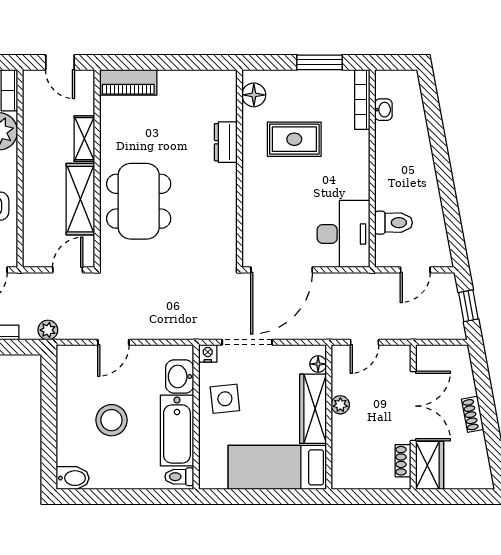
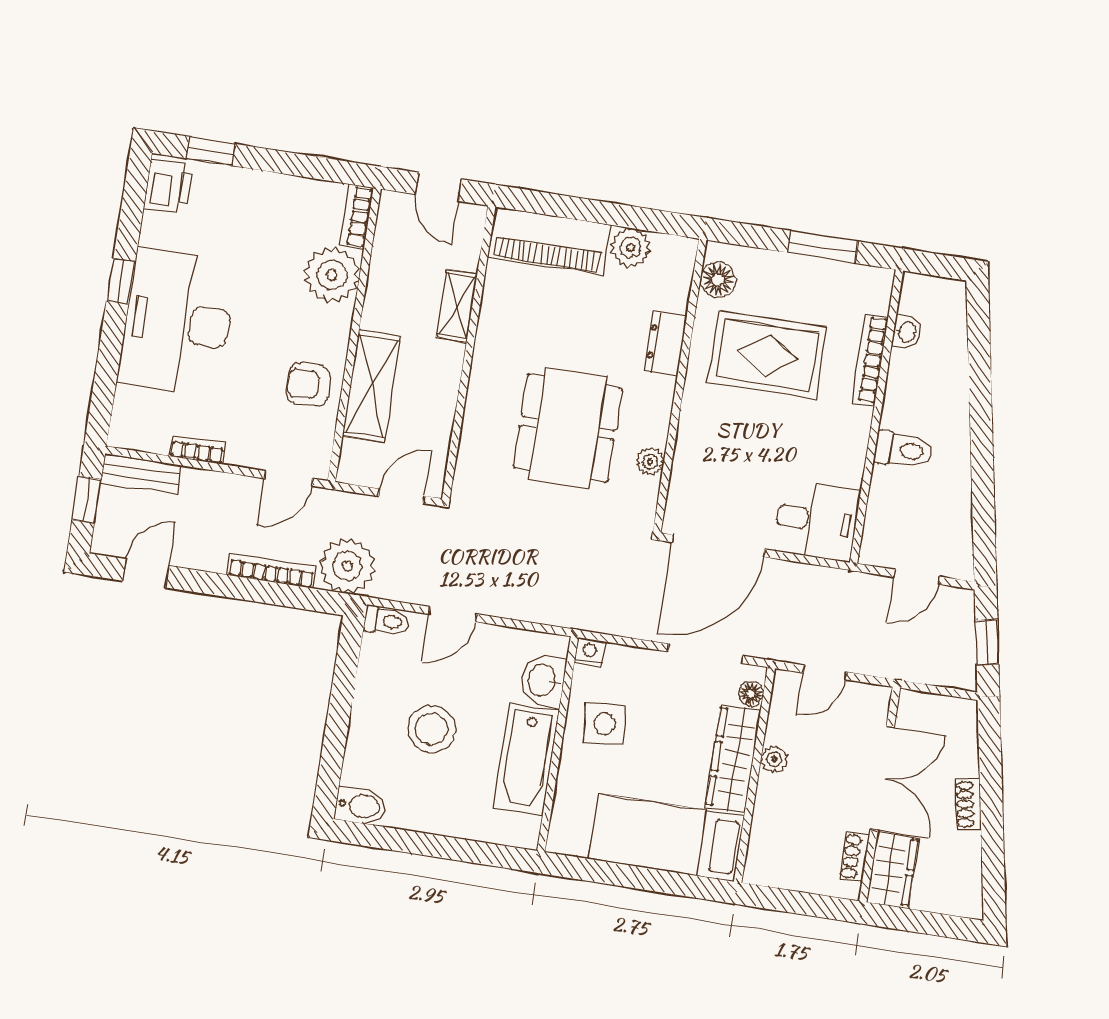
piano: (128, 82) -> (549, 241), width x1.37, depth x1.33
plant: (193, 83) -> (631, 248), added
bookcase: (362, 99) -> (870, 360), moved
rug: (294, 139) -> (768, 355), width x1.36, depth x1.43
shelving: (80, 199) -> (372, 386), moved
dining table: (139, 201) -> (568, 428), moved
plant: (228, 222) -> (650, 462), added
toilet: (394, 223) -> (904, 450), moved
desk: (344, 234) -> (817, 520), width x0.73
plant: (48, 330) -> (347, 566), width x1.87, depth x1.87
doorway: (247, 342) -> (705, 654), moved
toilet: (179, 477) -> (386, 621), moved, turned 180

